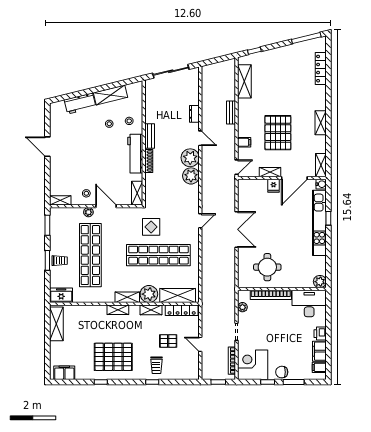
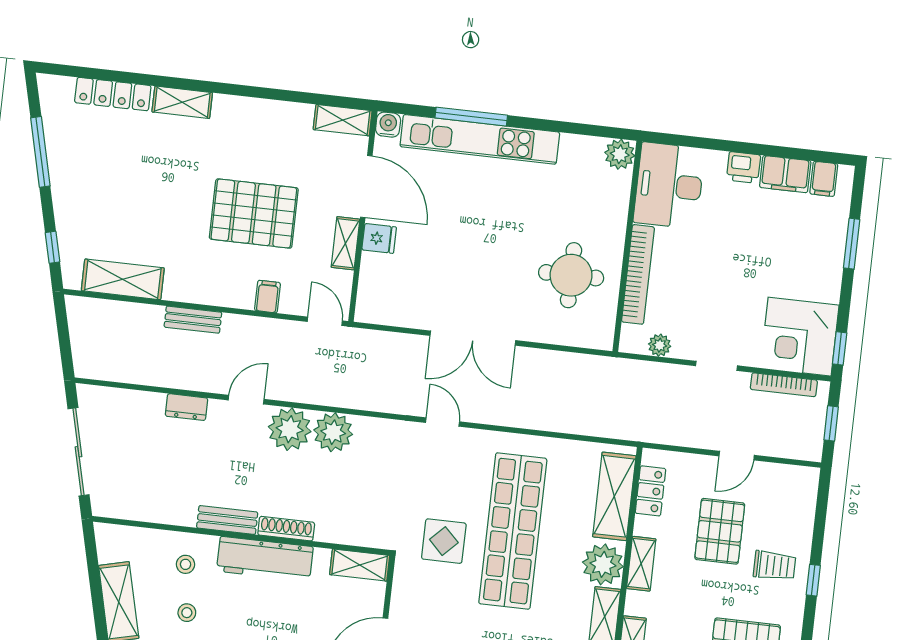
window: (306, 38) -> (40, 152), moved
shelving: (321, 123) -> (182, 102), moved
window: (328, 218) -> (471, 117), width x2.17
double door: (237, 229) -> (473, 338), swing flipped
locker: (182, 310) -> (650, 491), width x0.66
pallet: (168, 341) -> (720, 531), width x1.50, depth x1.42
chair: (282, 372) -> (825, 269), removed
window: (268, 382) -> (840, 348), moved

